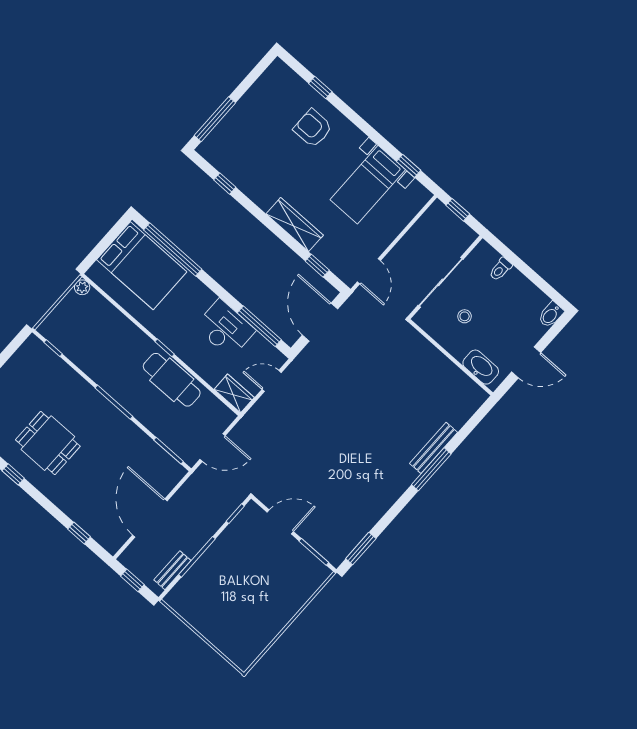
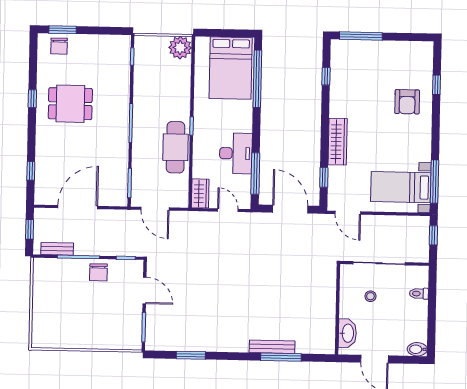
armchair: (313, 128) -> (407, 102), turned 180
window: (409, 166) -> (435, 182), width x2.17
bed with nightstands: (368, 185) -> (401, 187), moved
door: (369, 271) -> (348, 213), hinge flipped
plant: (82, 287) -> (180, 48), width x1.88, depth x1.88
door: (320, 322) -> (290, 209), hinge flipped
dining table: (48, 443) -> (70, 104), turned 90
window: (431, 469) -> (281, 357), moved
window: (361, 549) -> (191, 355), moved
chair: (227, 550) -> (98, 272), added

